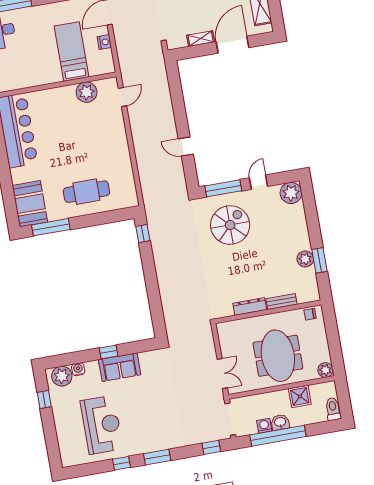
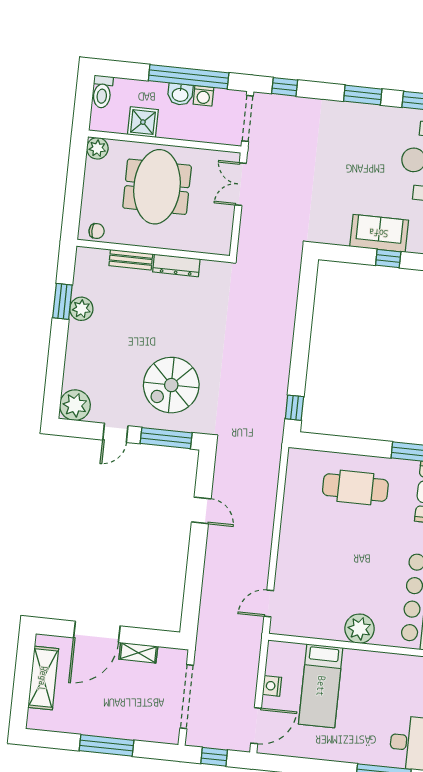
plant: (87, 92) -> (359, 629), moved

